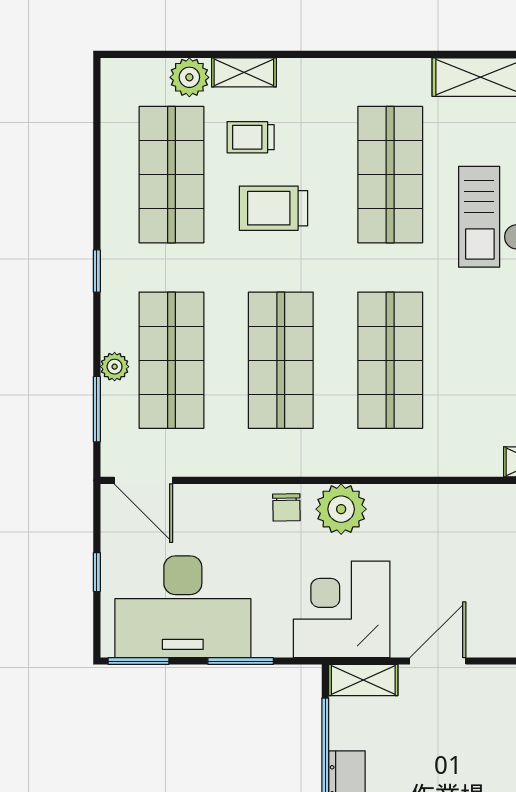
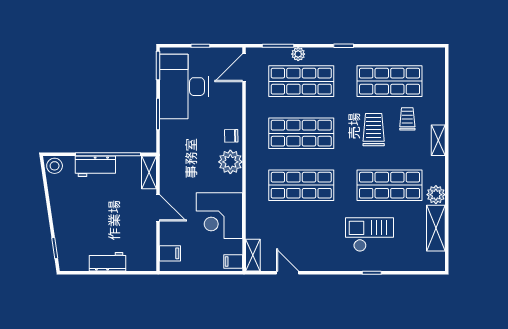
shelving: (244, 72) -> (438, 140), moved
plant: (189, 77) -> (436, 195), moved
corner desk: (342, 609) -> (219, 216), moved, turned 180

